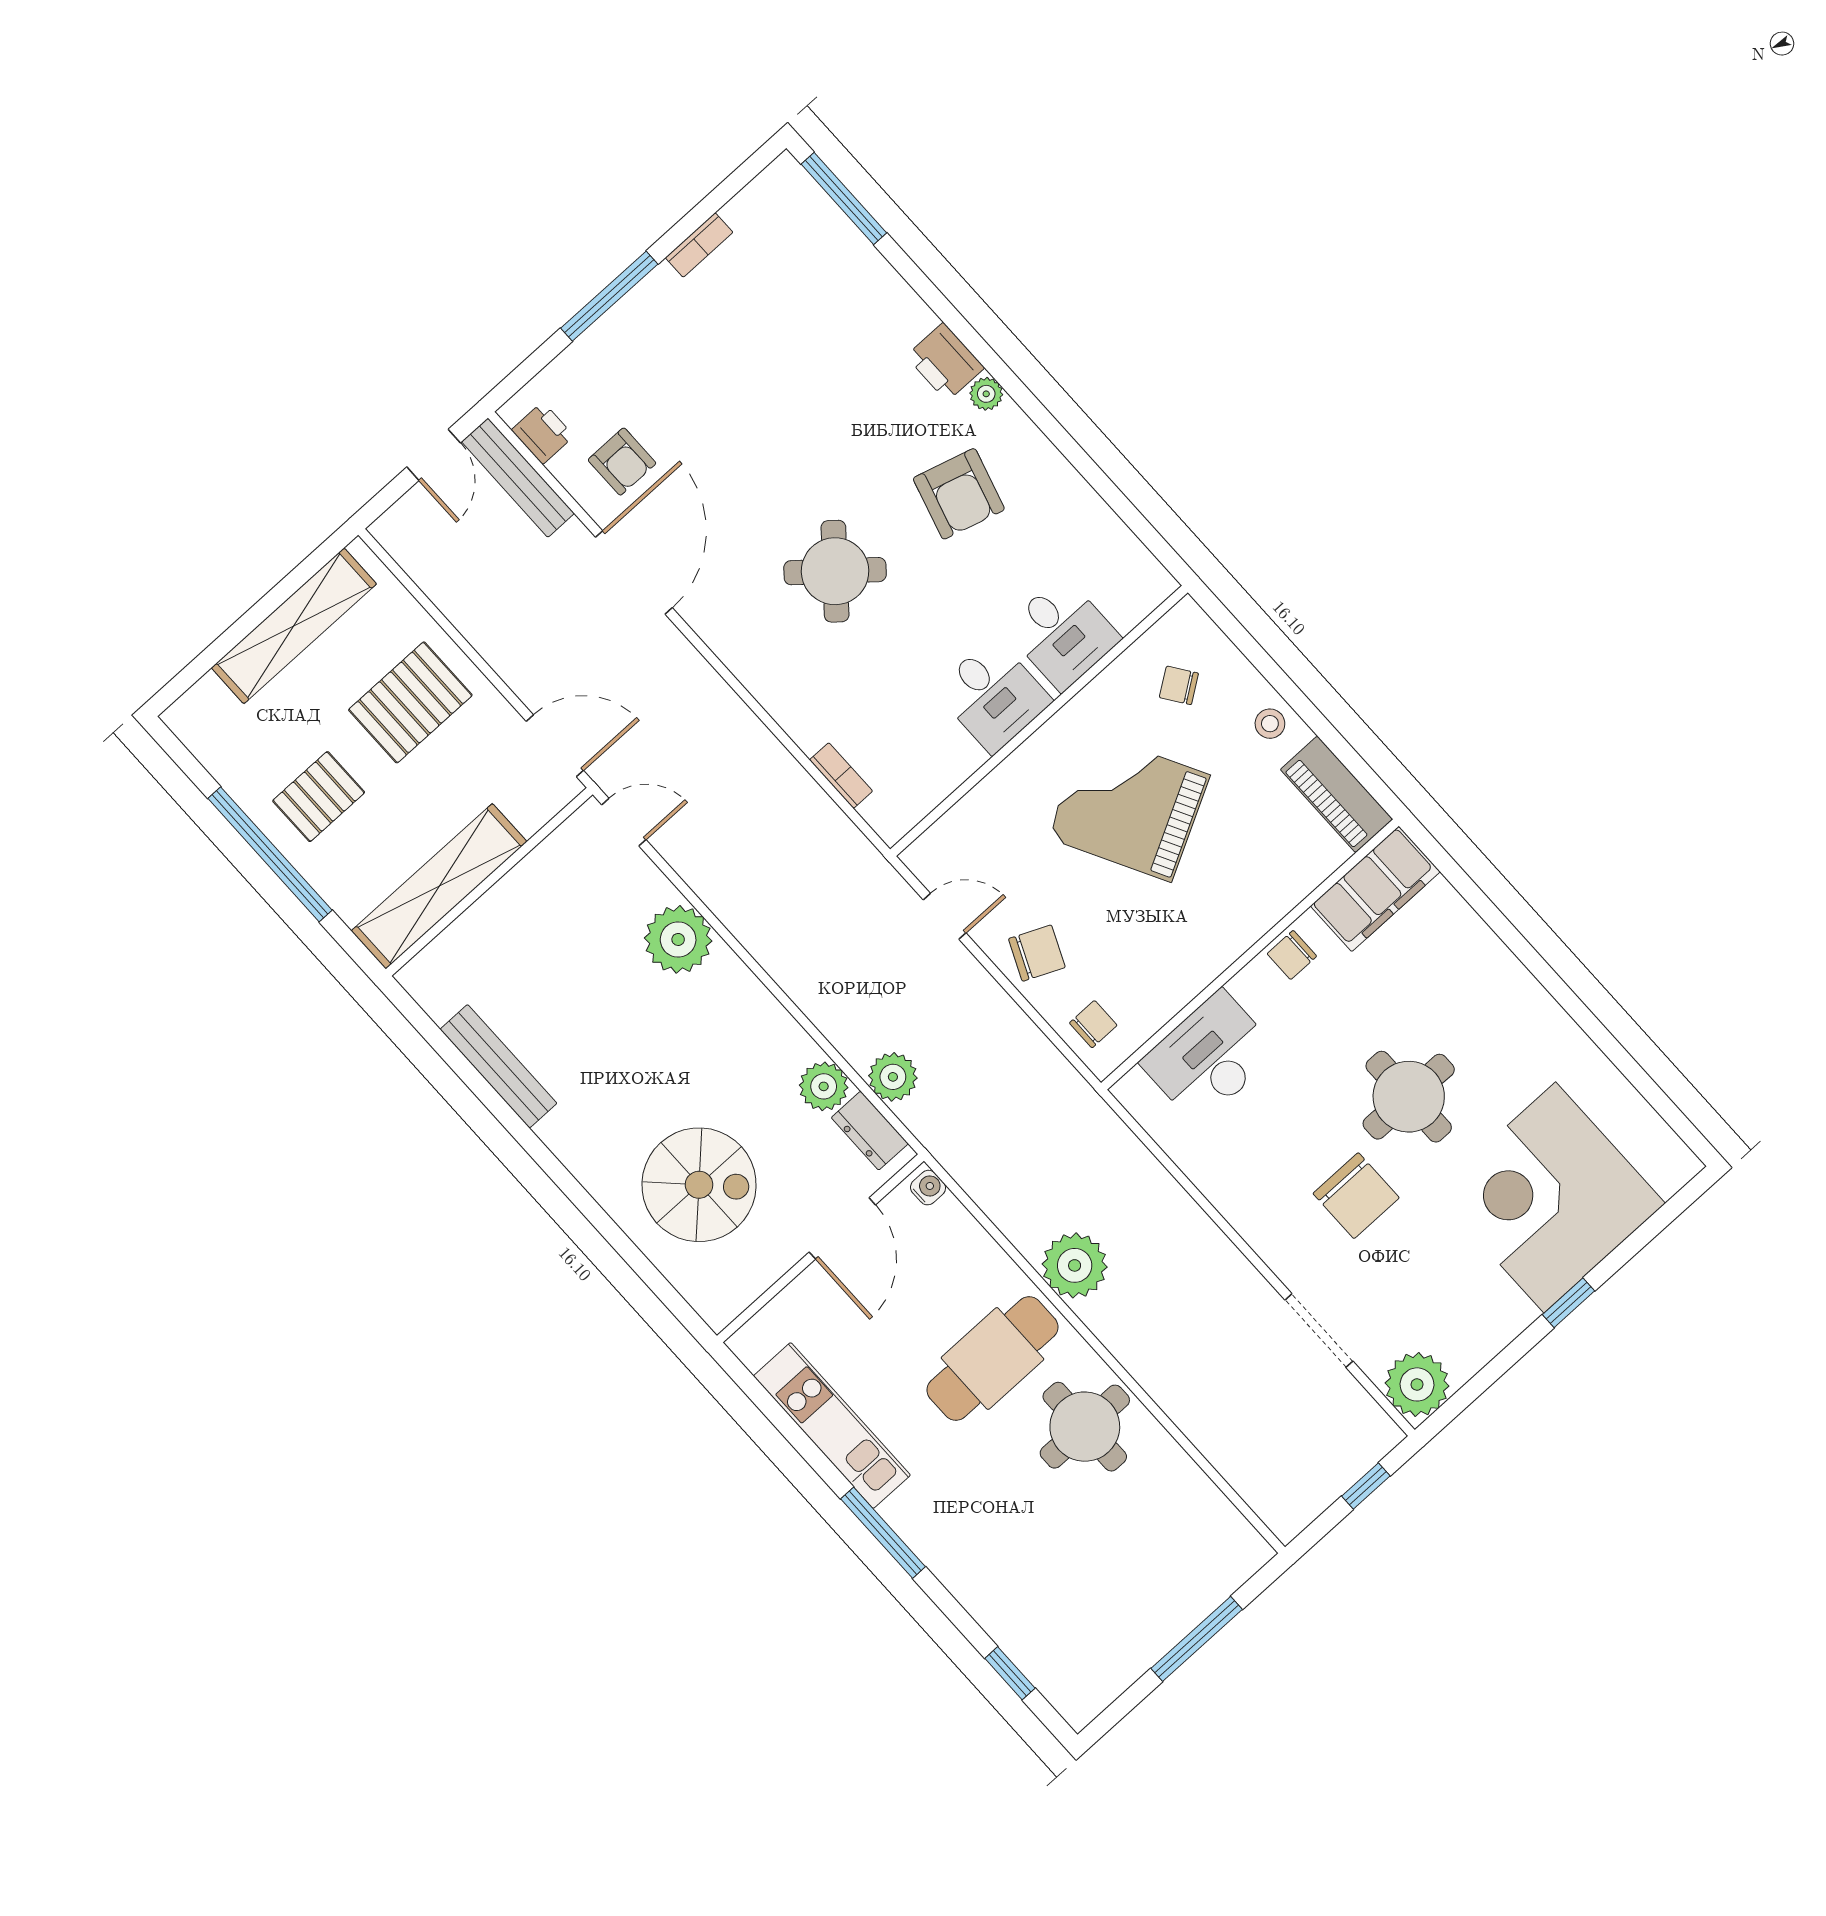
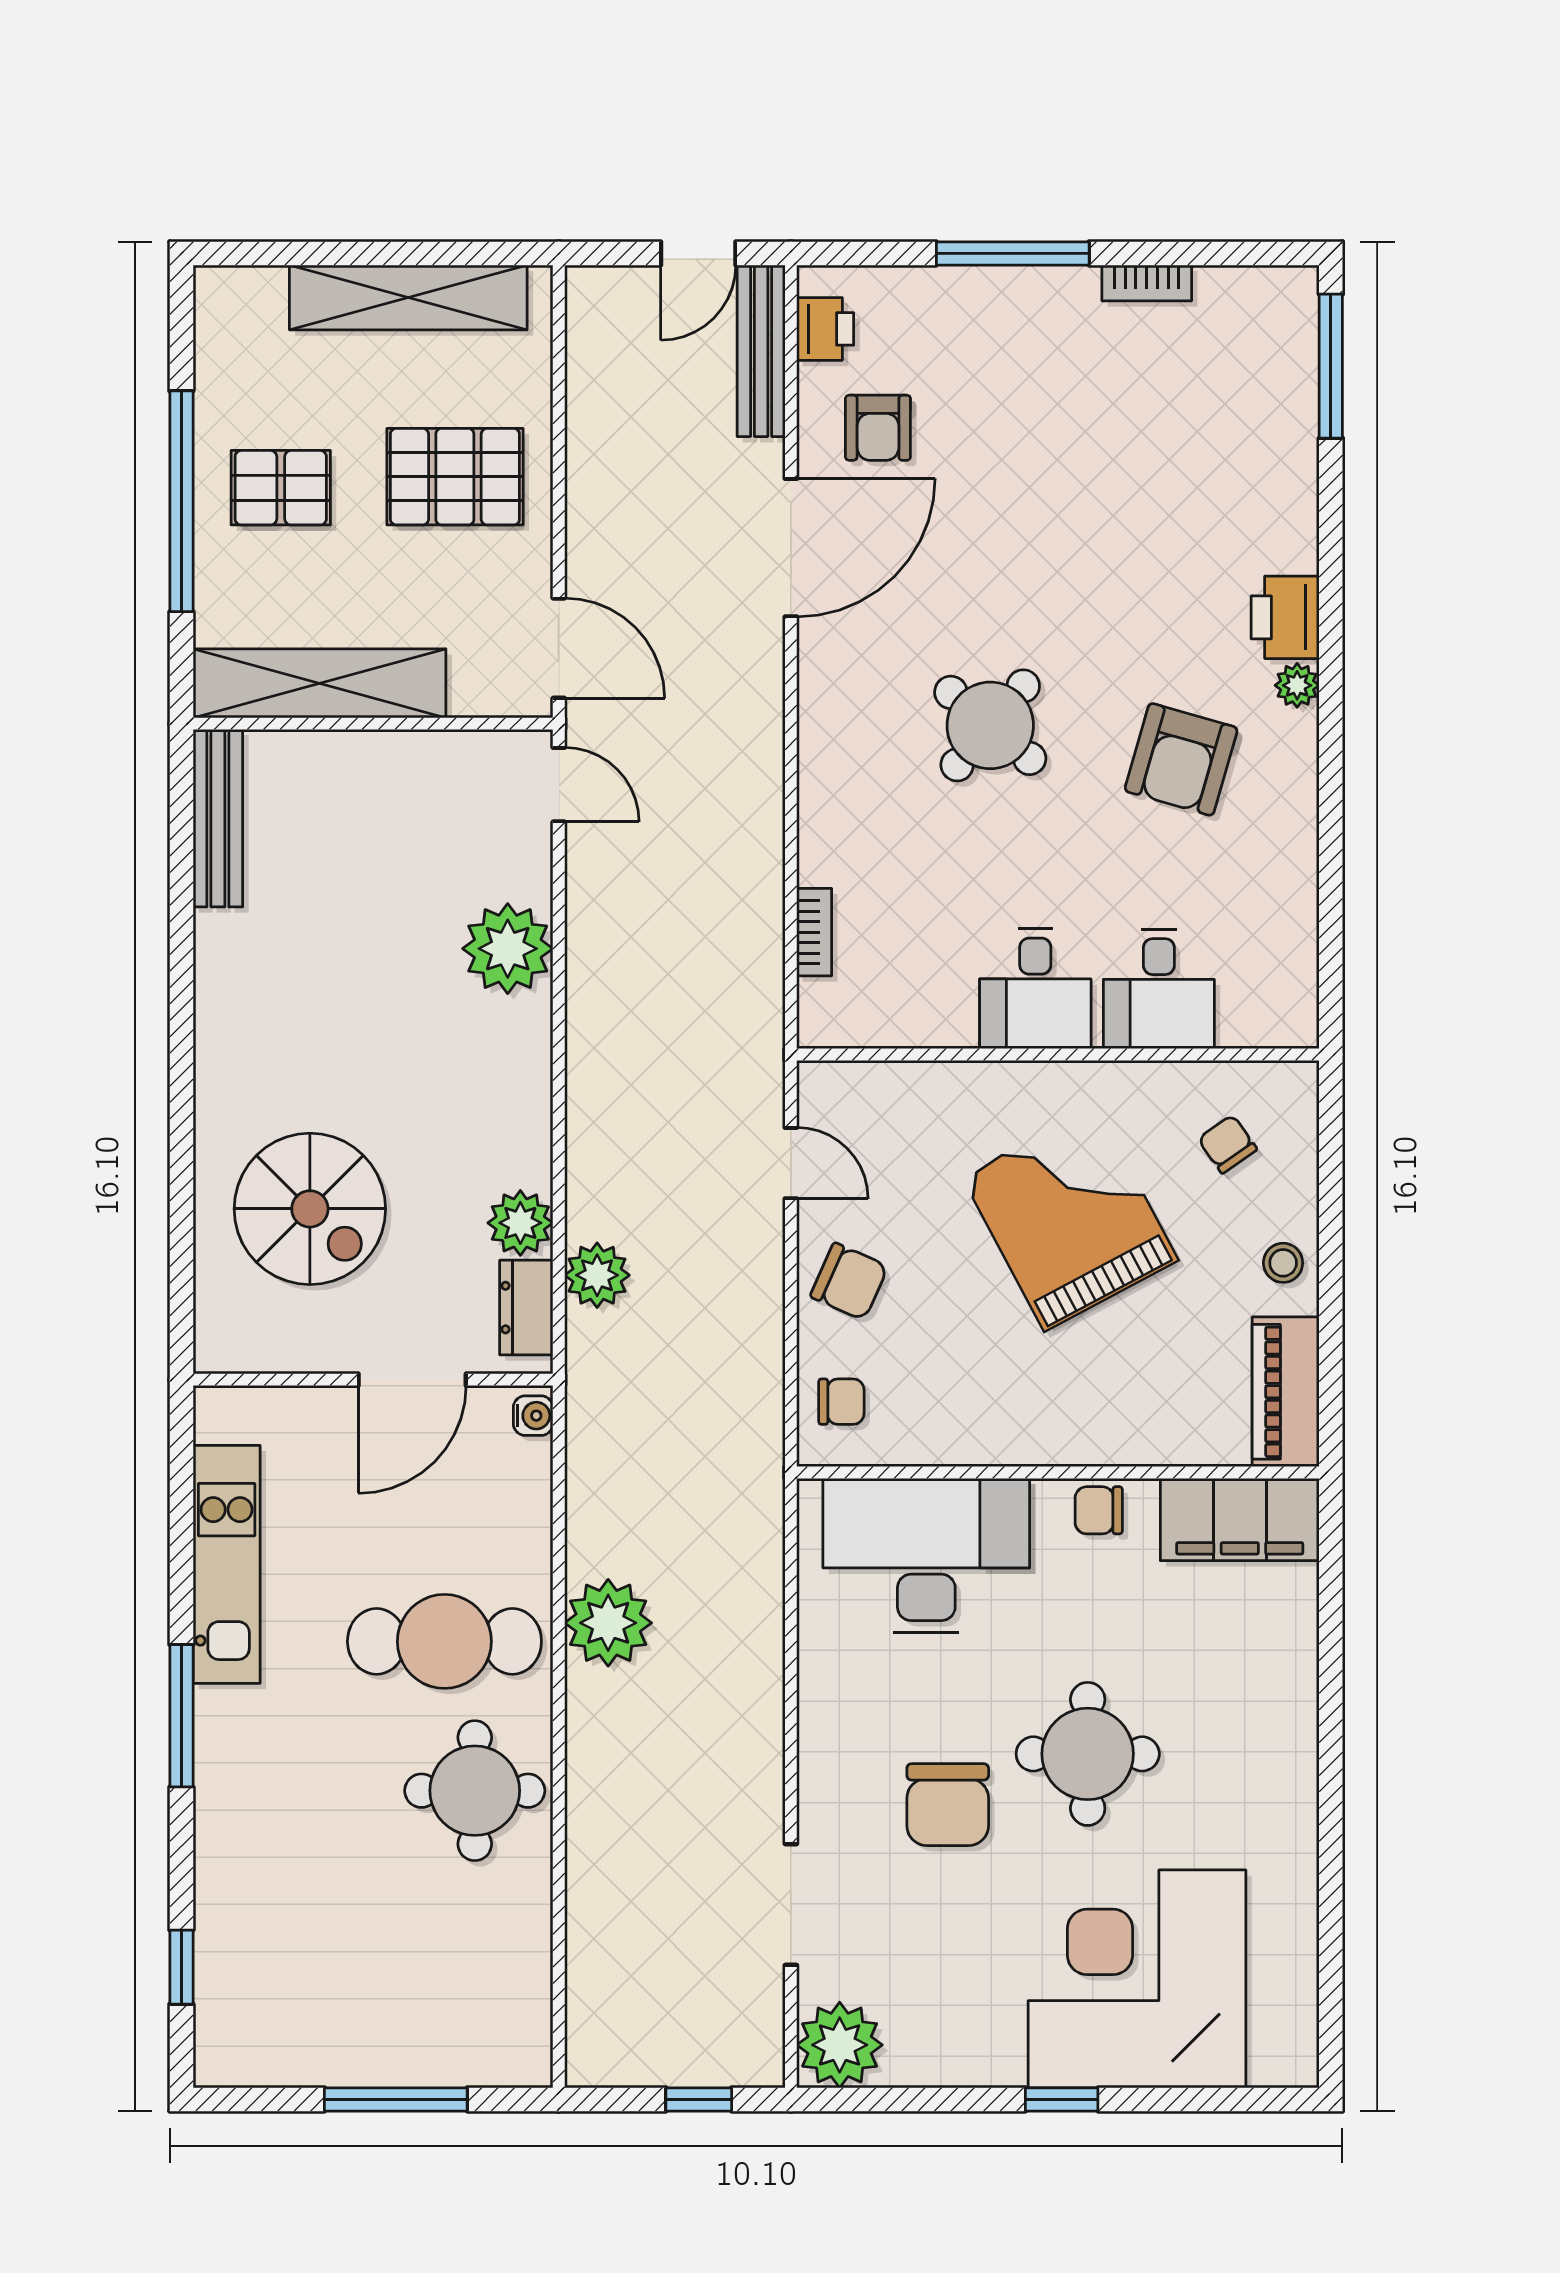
desk: (1209, 1057) -> (926, 1556), width x1.36, depth x1.30
bench: (498, 1066) -> (218, 818), moved

